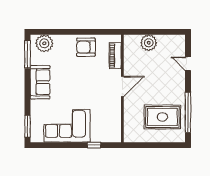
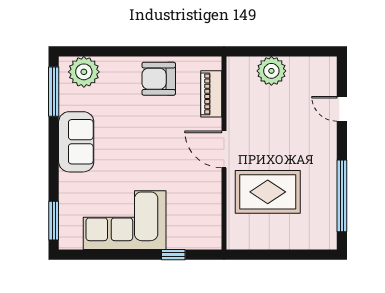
door: (122, 86) -> (224, 149), swing flipped
rug: (162, 117) -> (268, 192), moved

